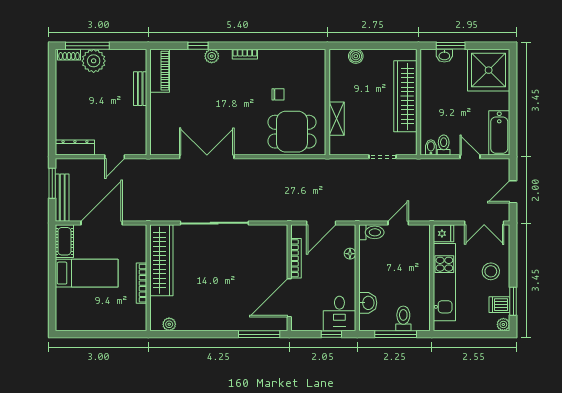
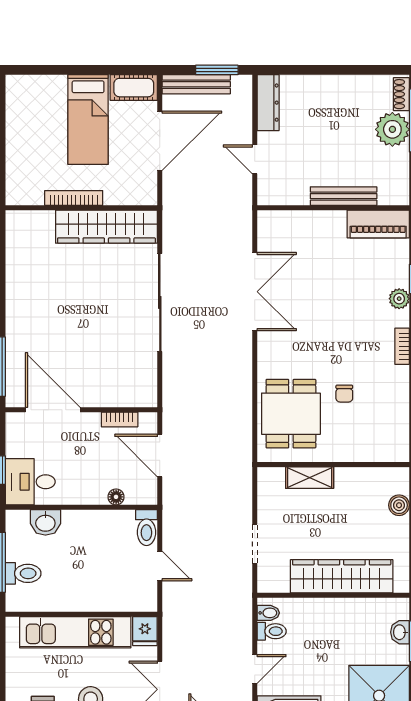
bench: (140, 89) -> (344, 196), width x1.36
door: (102, 223) -> (160, 141), hinge flipped
bookcase: (296, 258) -> (120, 419), width x0.64
plant: (169, 324) -> (15, 238), removed

